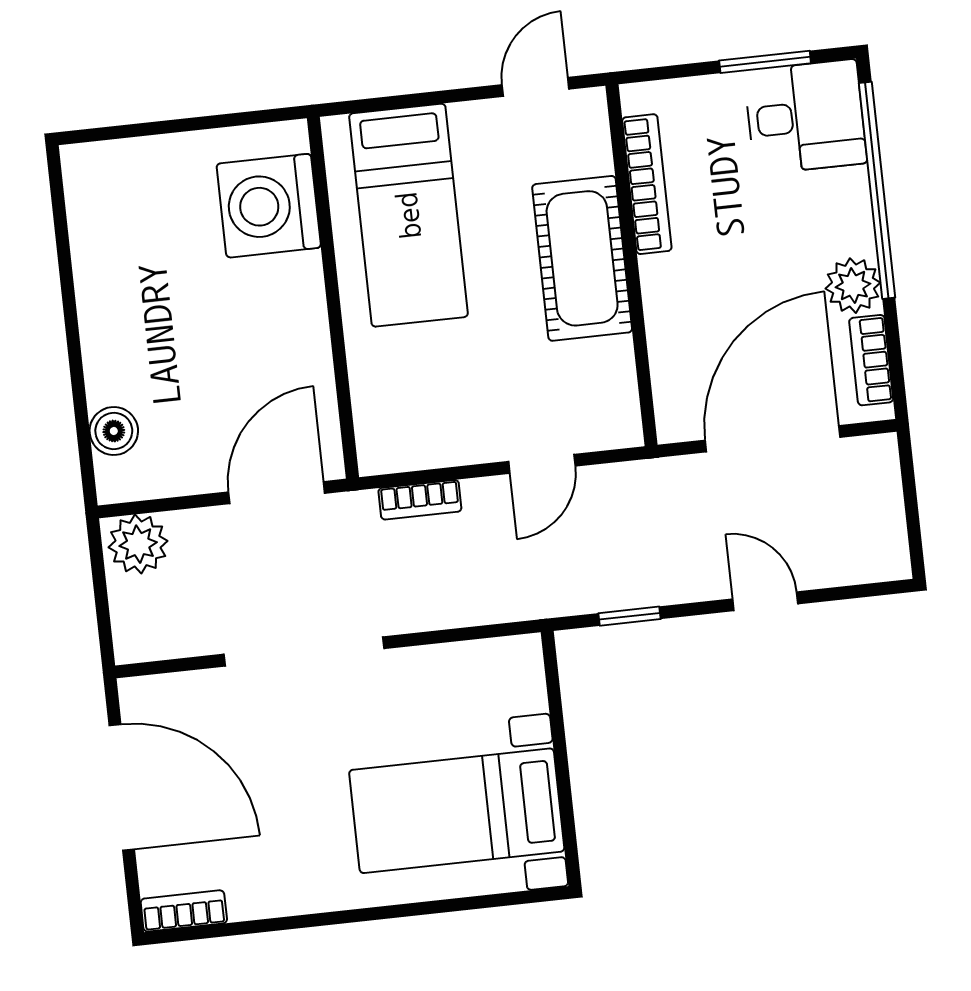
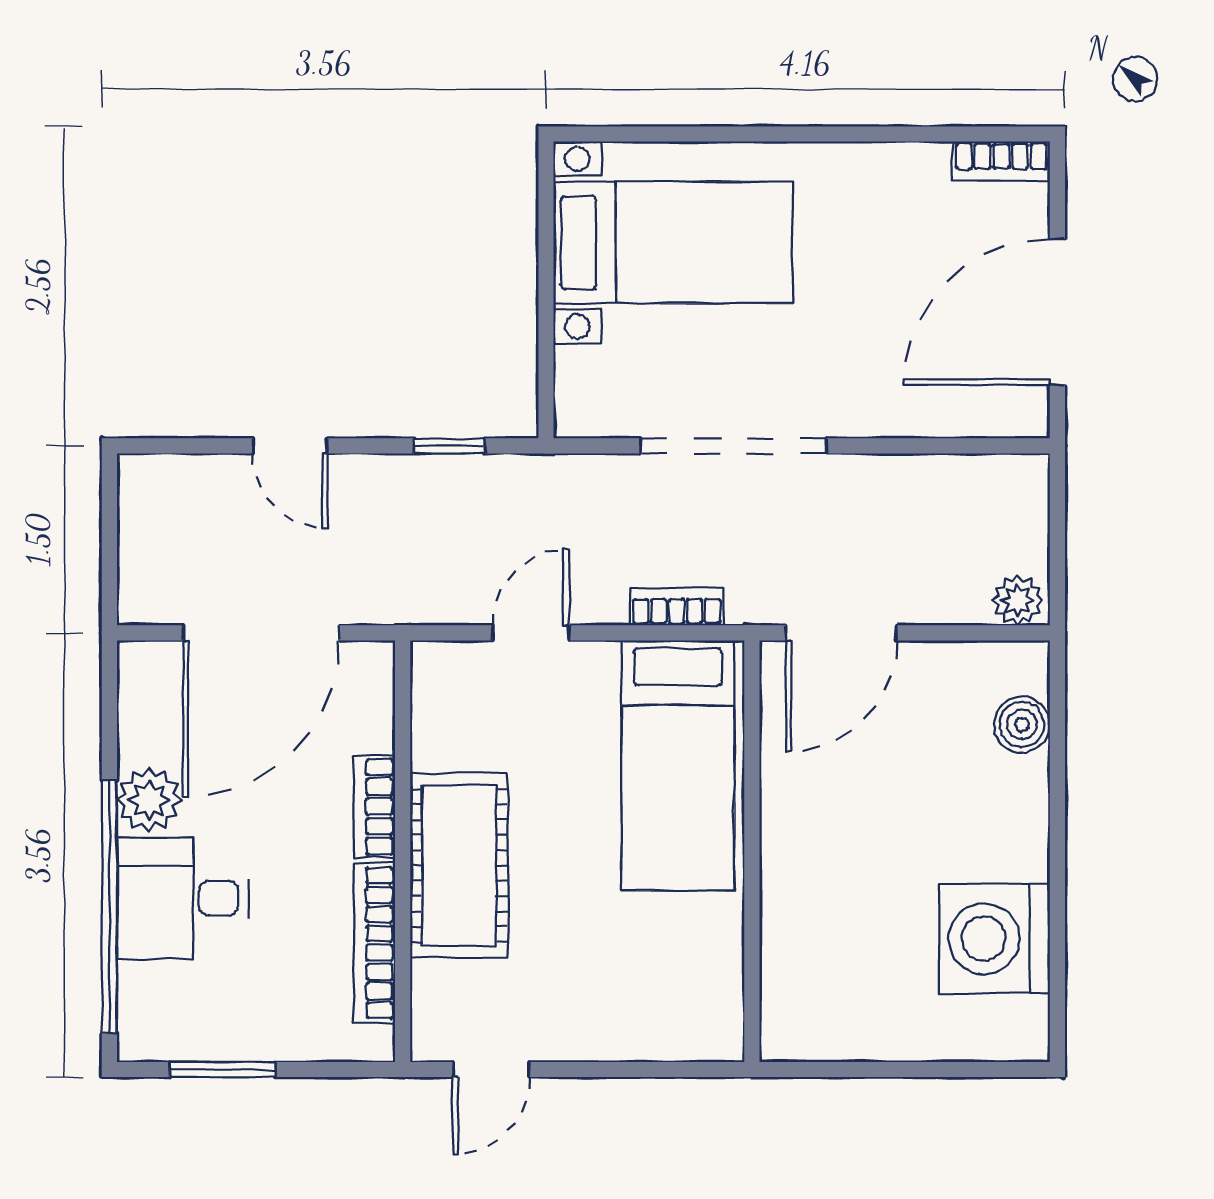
desk: (805, 117) -> (183, 898), moved
washing machine: (269, 206) -> (995, 939), moved, turned 180
bed: (409, 215) -> (678, 765), moved, turned 180
bookcase: (871, 360) -> (375, 807), moved, turned 180
plant: (138, 544) -> (1017, 600), width x0.73, depth x0.73
doorway: (304, 651) -> (734, 446), moved
door: (122, 787) -> (1057, 312), hinge flipped

